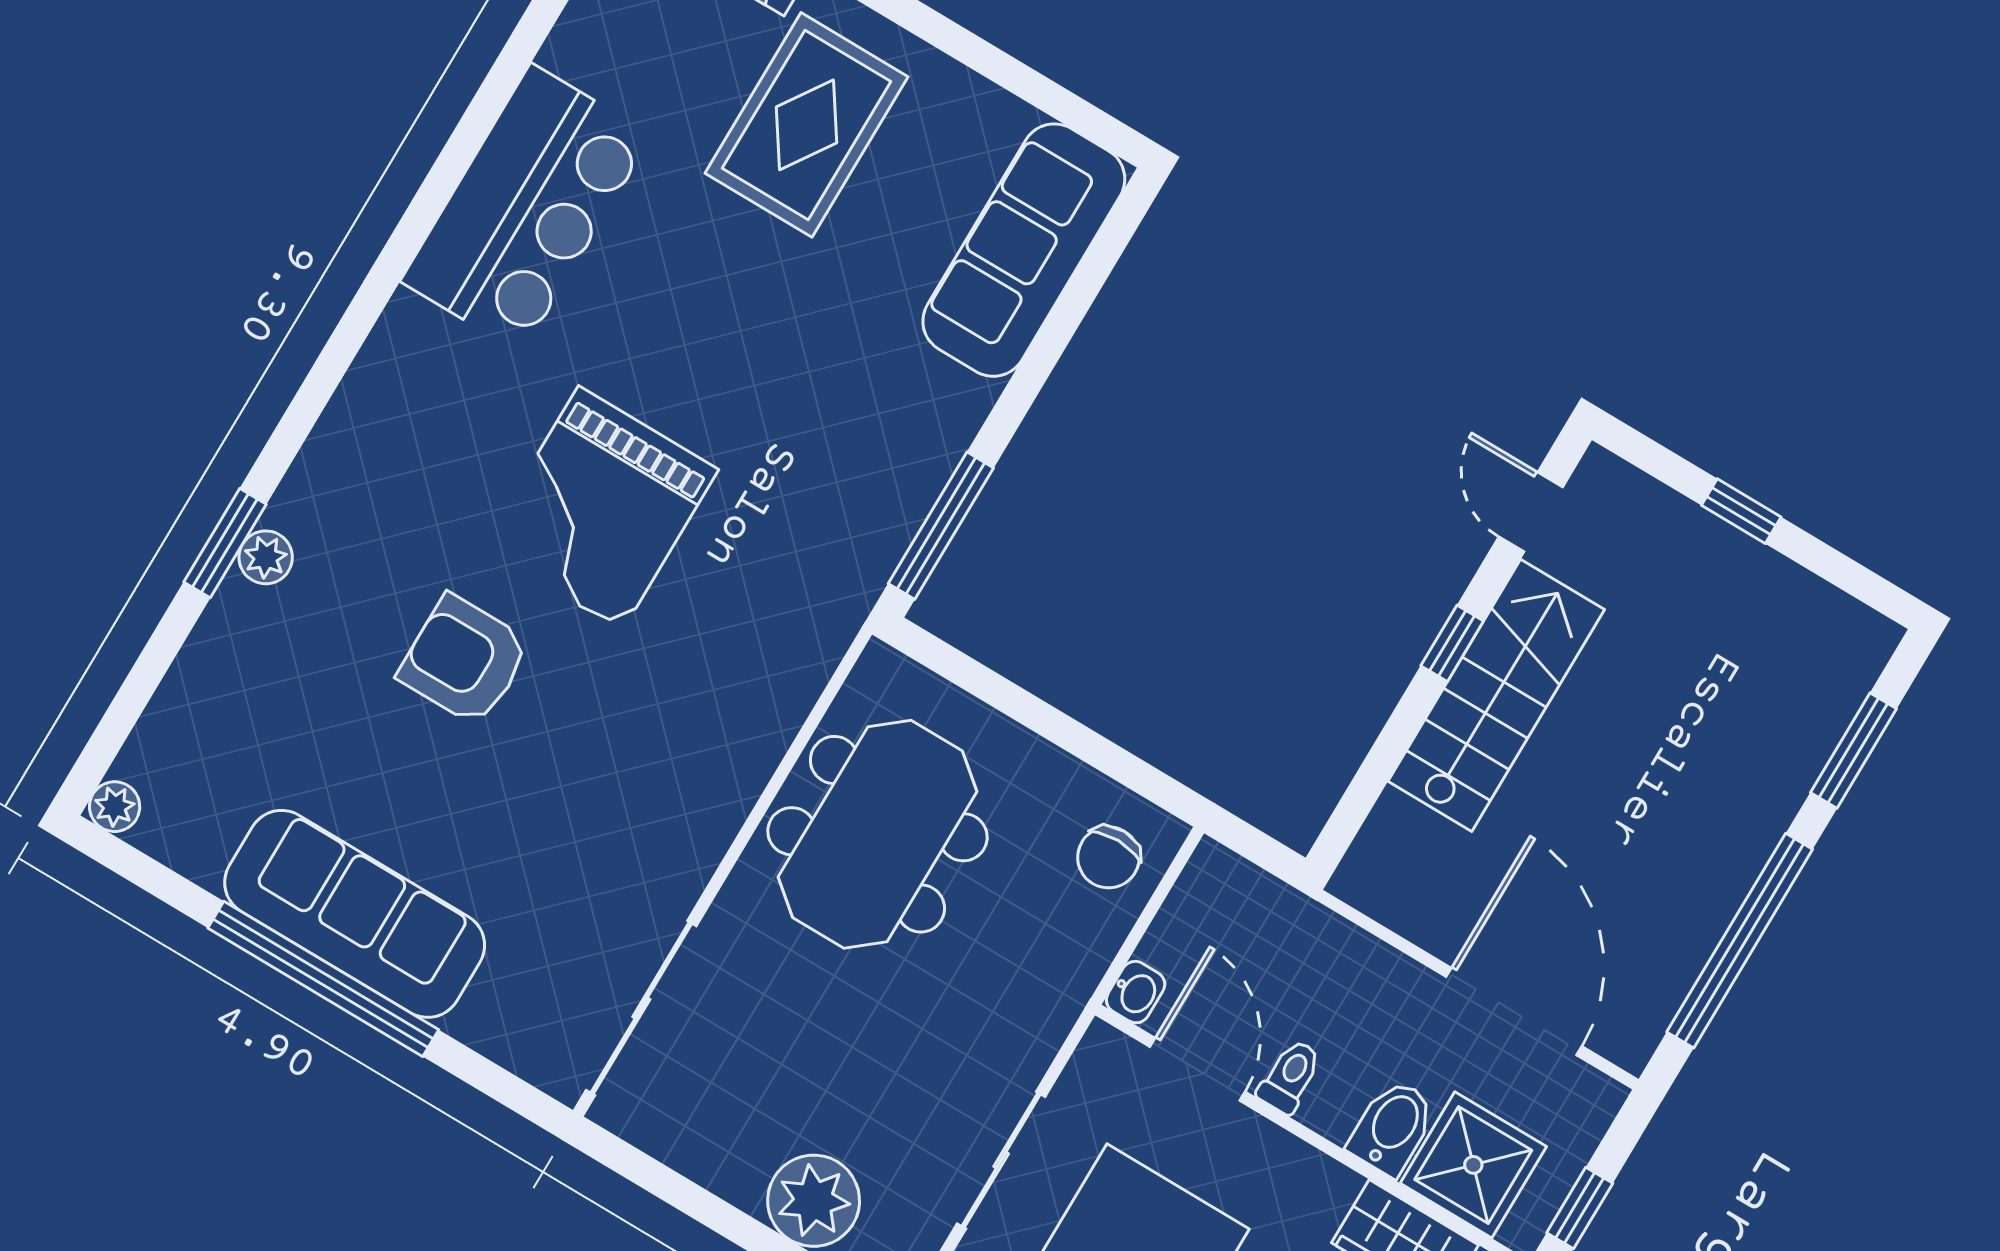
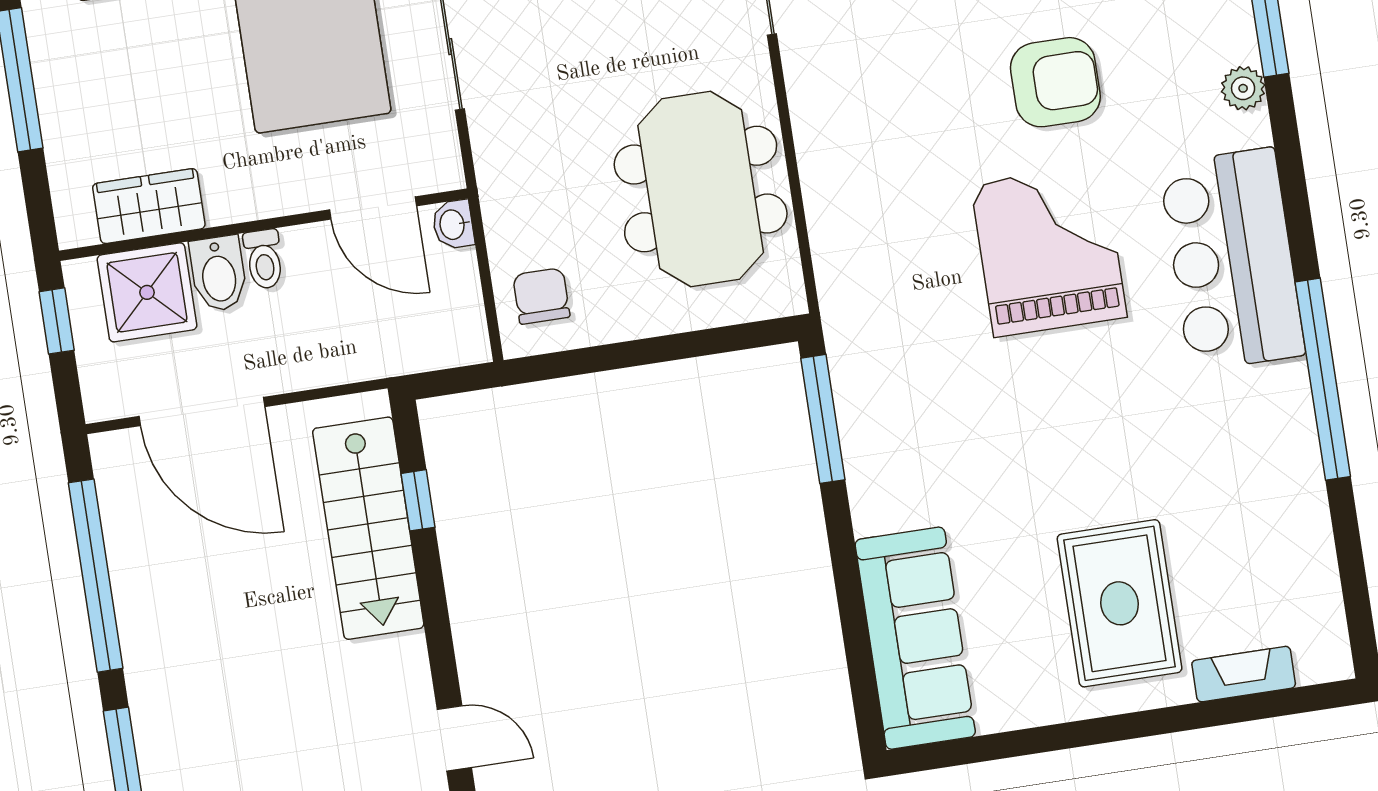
window: (444, 177) -> (1323, 379), added
bar counter: (526, 208) -> (1232, 260), moved
plant: (266, 557) -> (1243, 88), moved
window: (1452, 643) -> (418, 500), moved
stairs: (1496, 695) -> (368, 528), moved
toilet: (1290, 1077) -> (264, 259), moved

